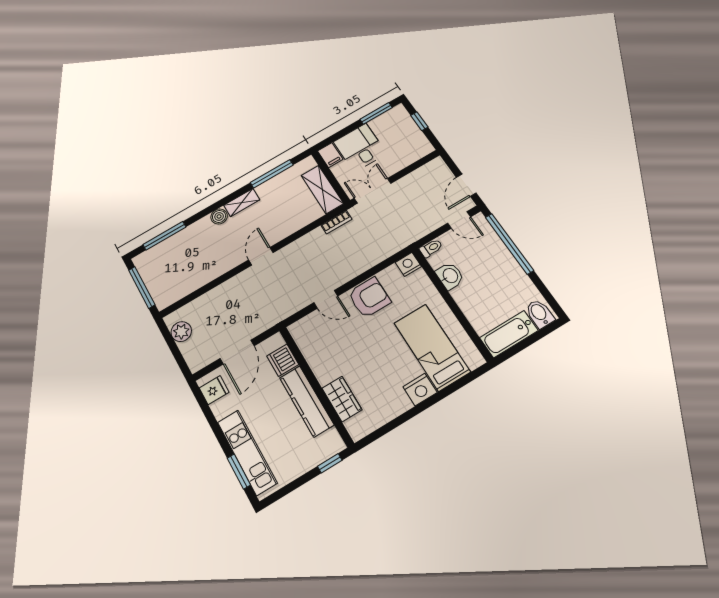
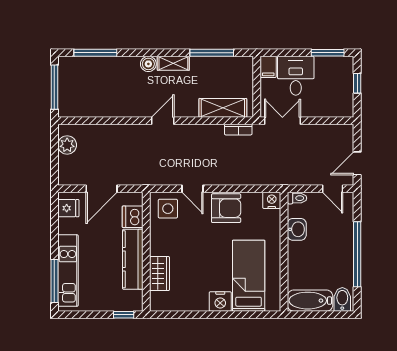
shelving: (322, 189) -> (223, 108), moved, turned 90
window: (509, 244) -> (357, 254), moved
side table: (313, 332) -> (168, 209), added
window: (239, 472) -> (54, 281), width x1.44

